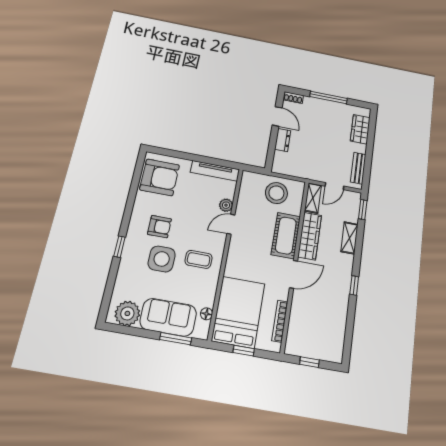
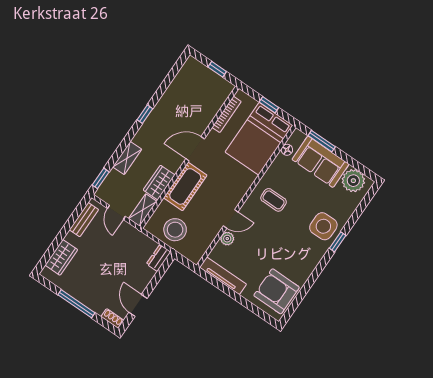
dresser: (283, 140) -> (159, 258), moved
door: (334, 186) -> (116, 212), swing flipped
armchair: (159, 227) -> (296, 245), removed
wardrobe: (310, 236) -> (159, 183), width x0.67
side table: (162, 259) -> (323, 226), moved

